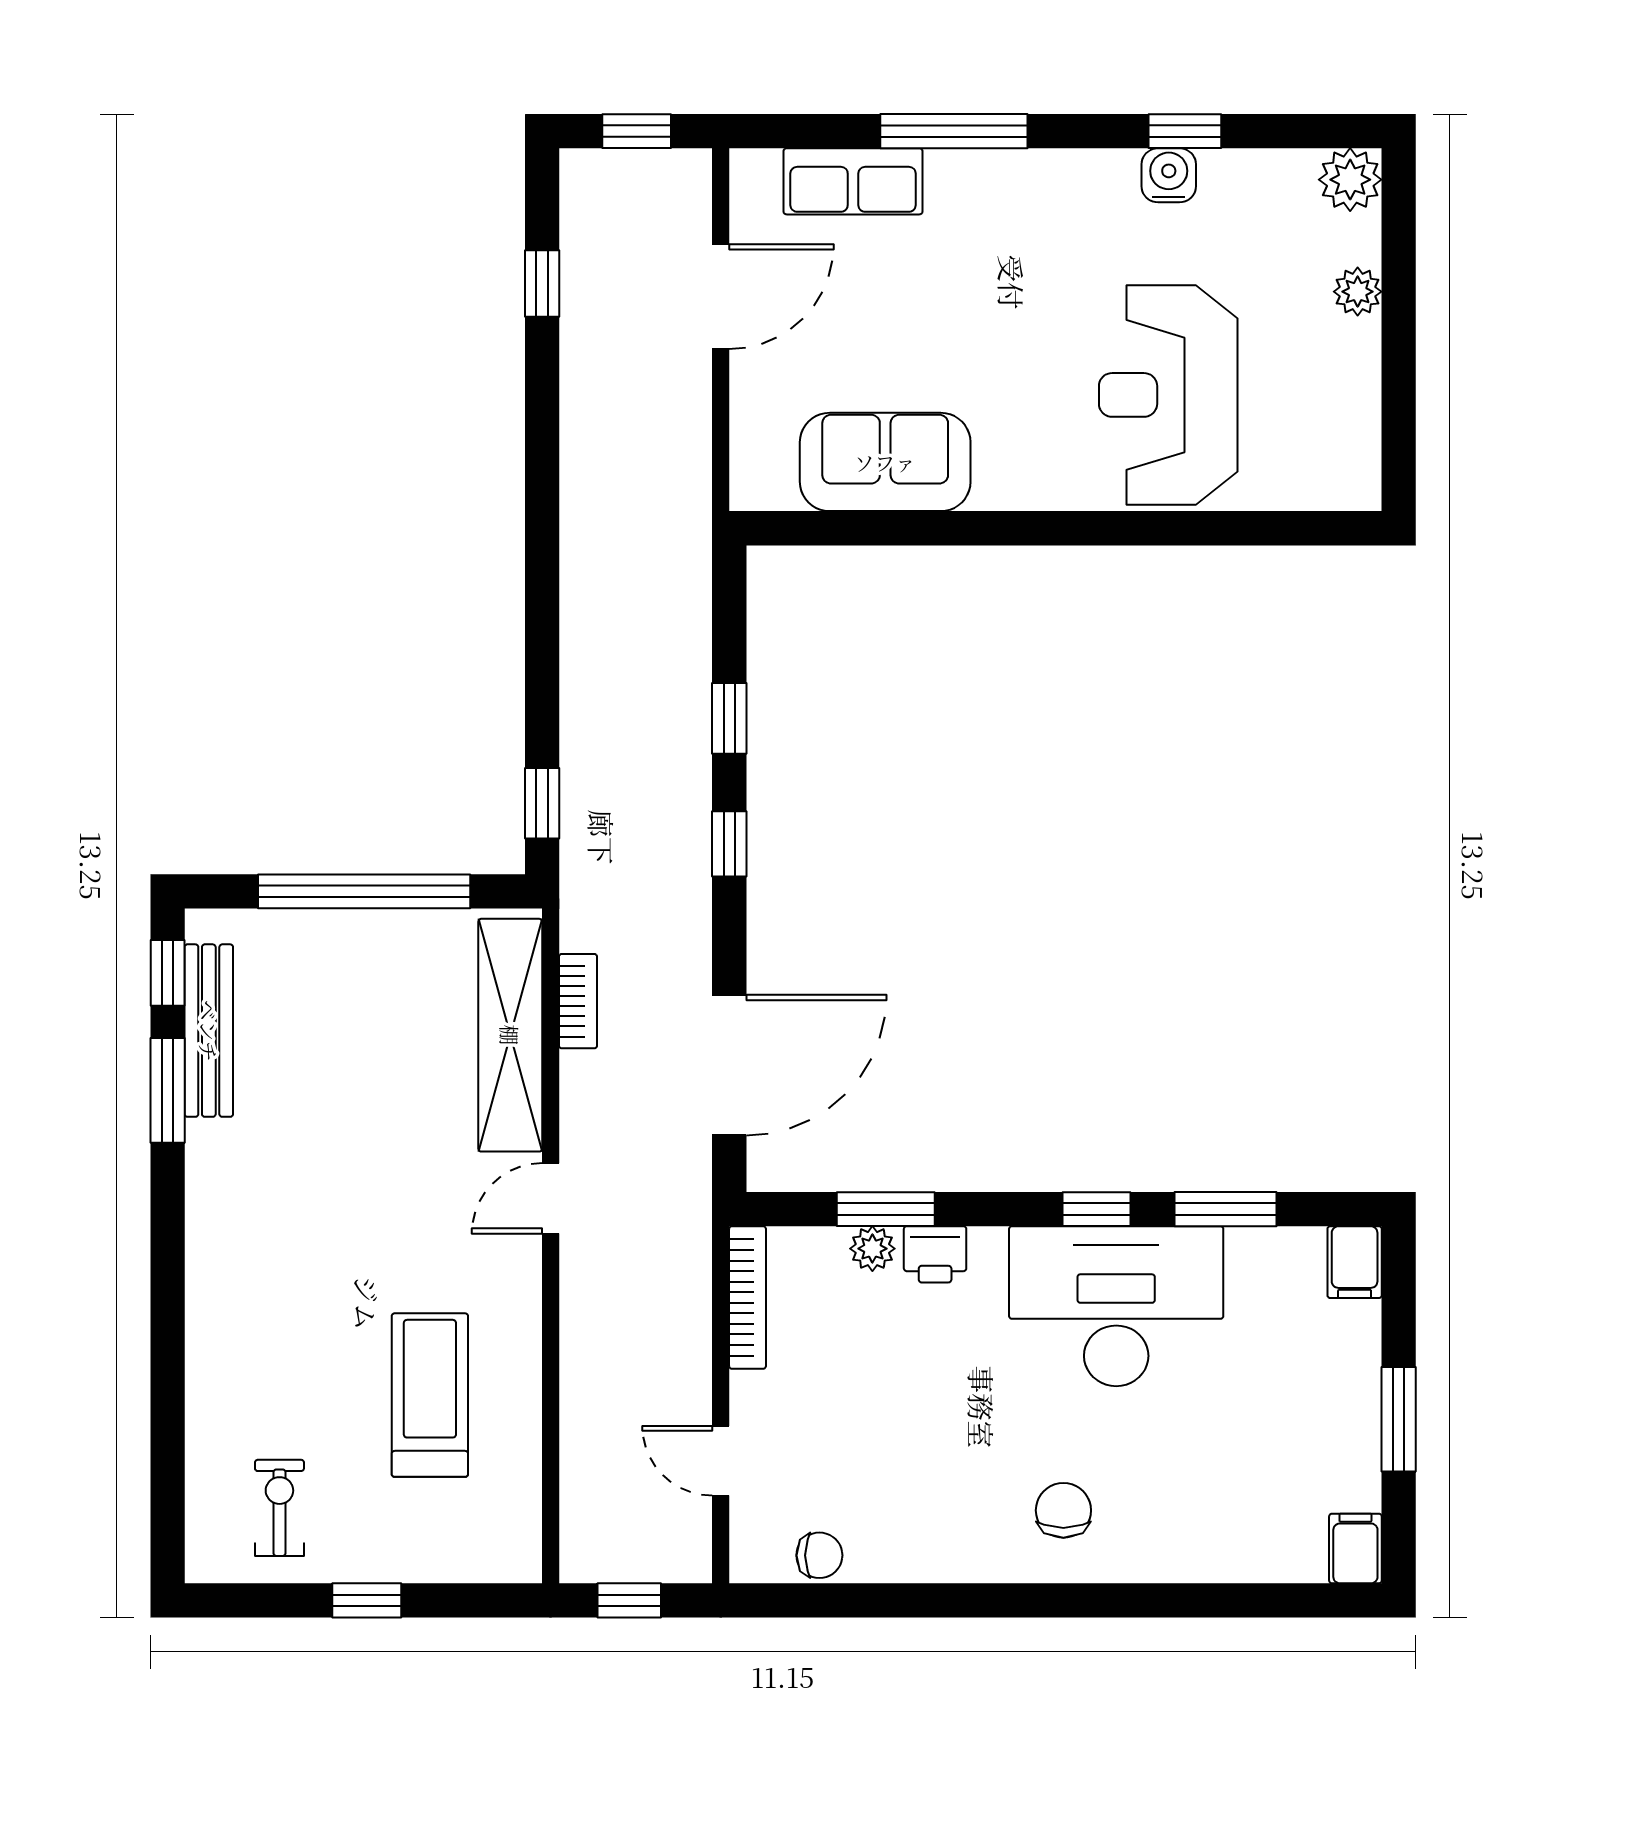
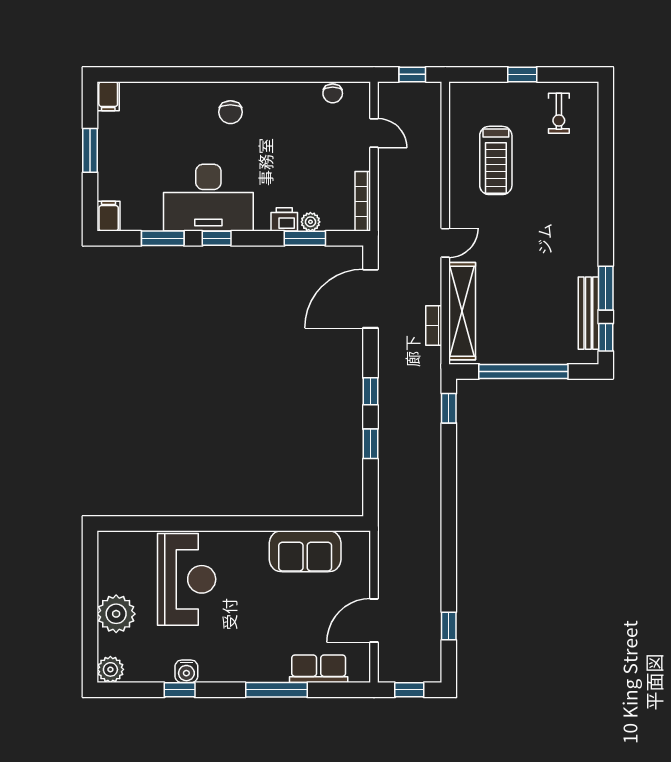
plant: (1358, 292) -> (116, 614), width x1.87, depth x1.87
chair: (819, 1555) -> (333, 93), turned -90

